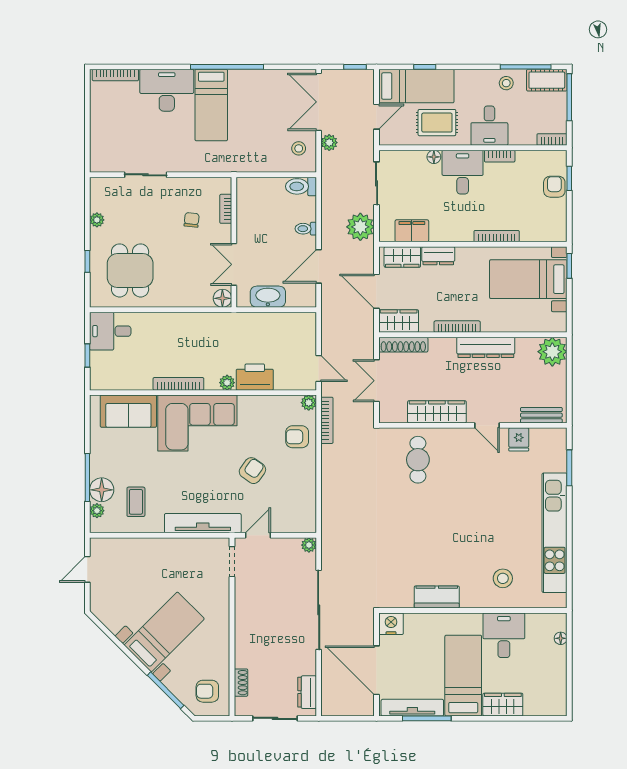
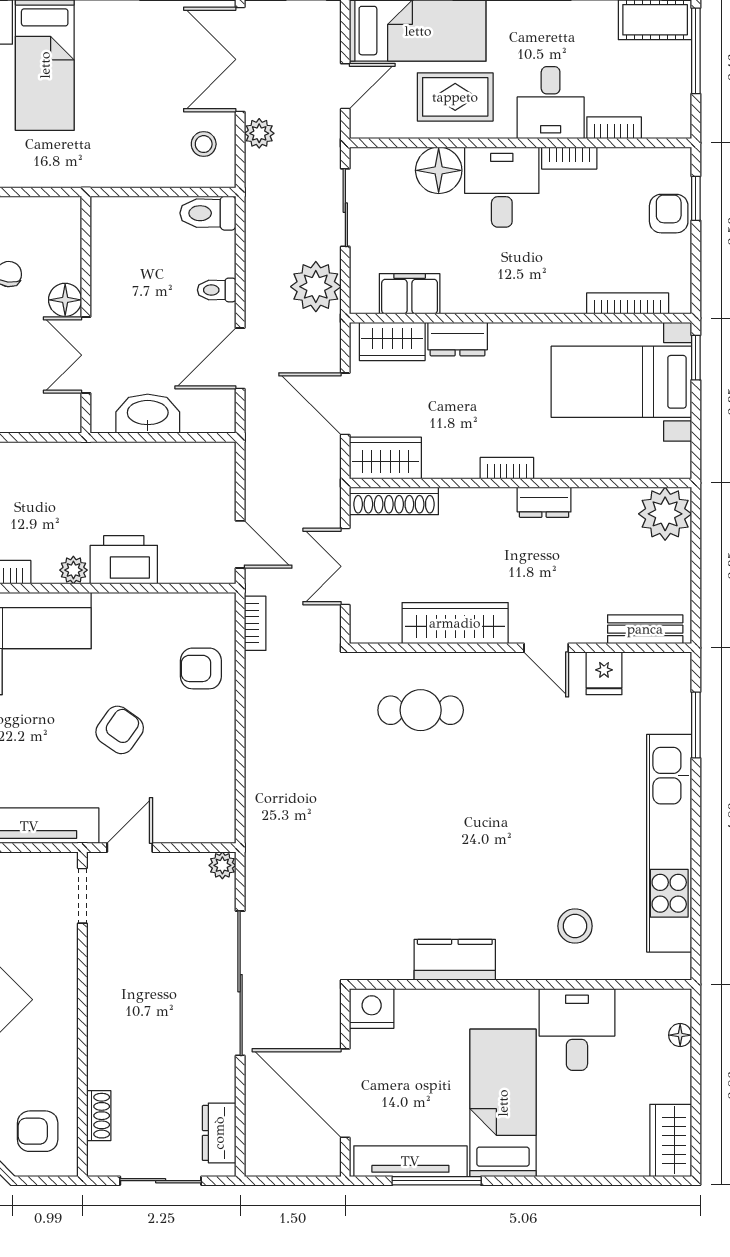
stool: (506, 83) -> (581, 25), removed
bookcase: (552, 140) -> (614, 128), moved
floor lamp: (434, 157) -> (439, 170), width x1.89, depth x1.89
bookcase: (226, 209) -> (71, 254), removed
bookcase: (497, 236) -> (628, 303), moved
floor lamp: (222, 298) -> (65, 300), moved
bookcase: (457, 327) -> (507, 468), width x0.64
dresser: (486, 347) -> (544, 502), width x0.51, depth x0.80
plant: (309, 403) -> (222, 606), removed
bookcase: (327, 420) -> (255, 623), width x0.64
cafe table: (418, 460) -> (421, 710), turned 90
wardrobe: (503, 705) -> (671, 1140), moved, turned -90

